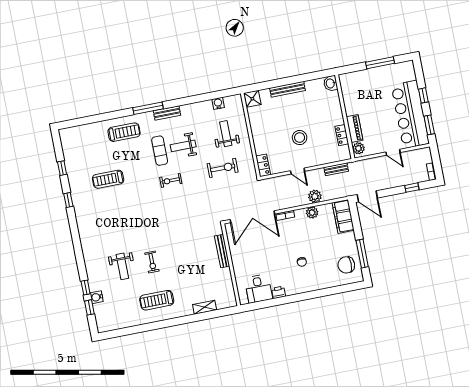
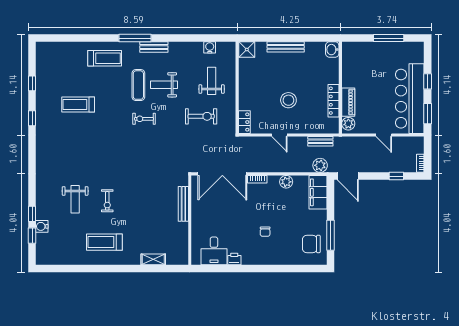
locker: (342, 135) -> (334, 101), width x1.53
plant: (315, 196) -> (320, 165), moved

